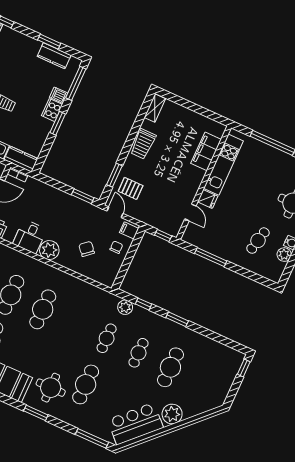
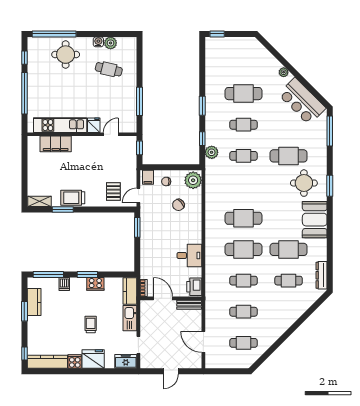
cooker: (52, 110) -> (95, 284), moved
trolley: (143, 144) -> (73, 198), turned 180
window: (114, 175) -> (63, 209), moved
plant: (49, 250) -> (193, 180), moved
plant: (172, 414) -> (284, 72), width x0.53, depth x0.53

